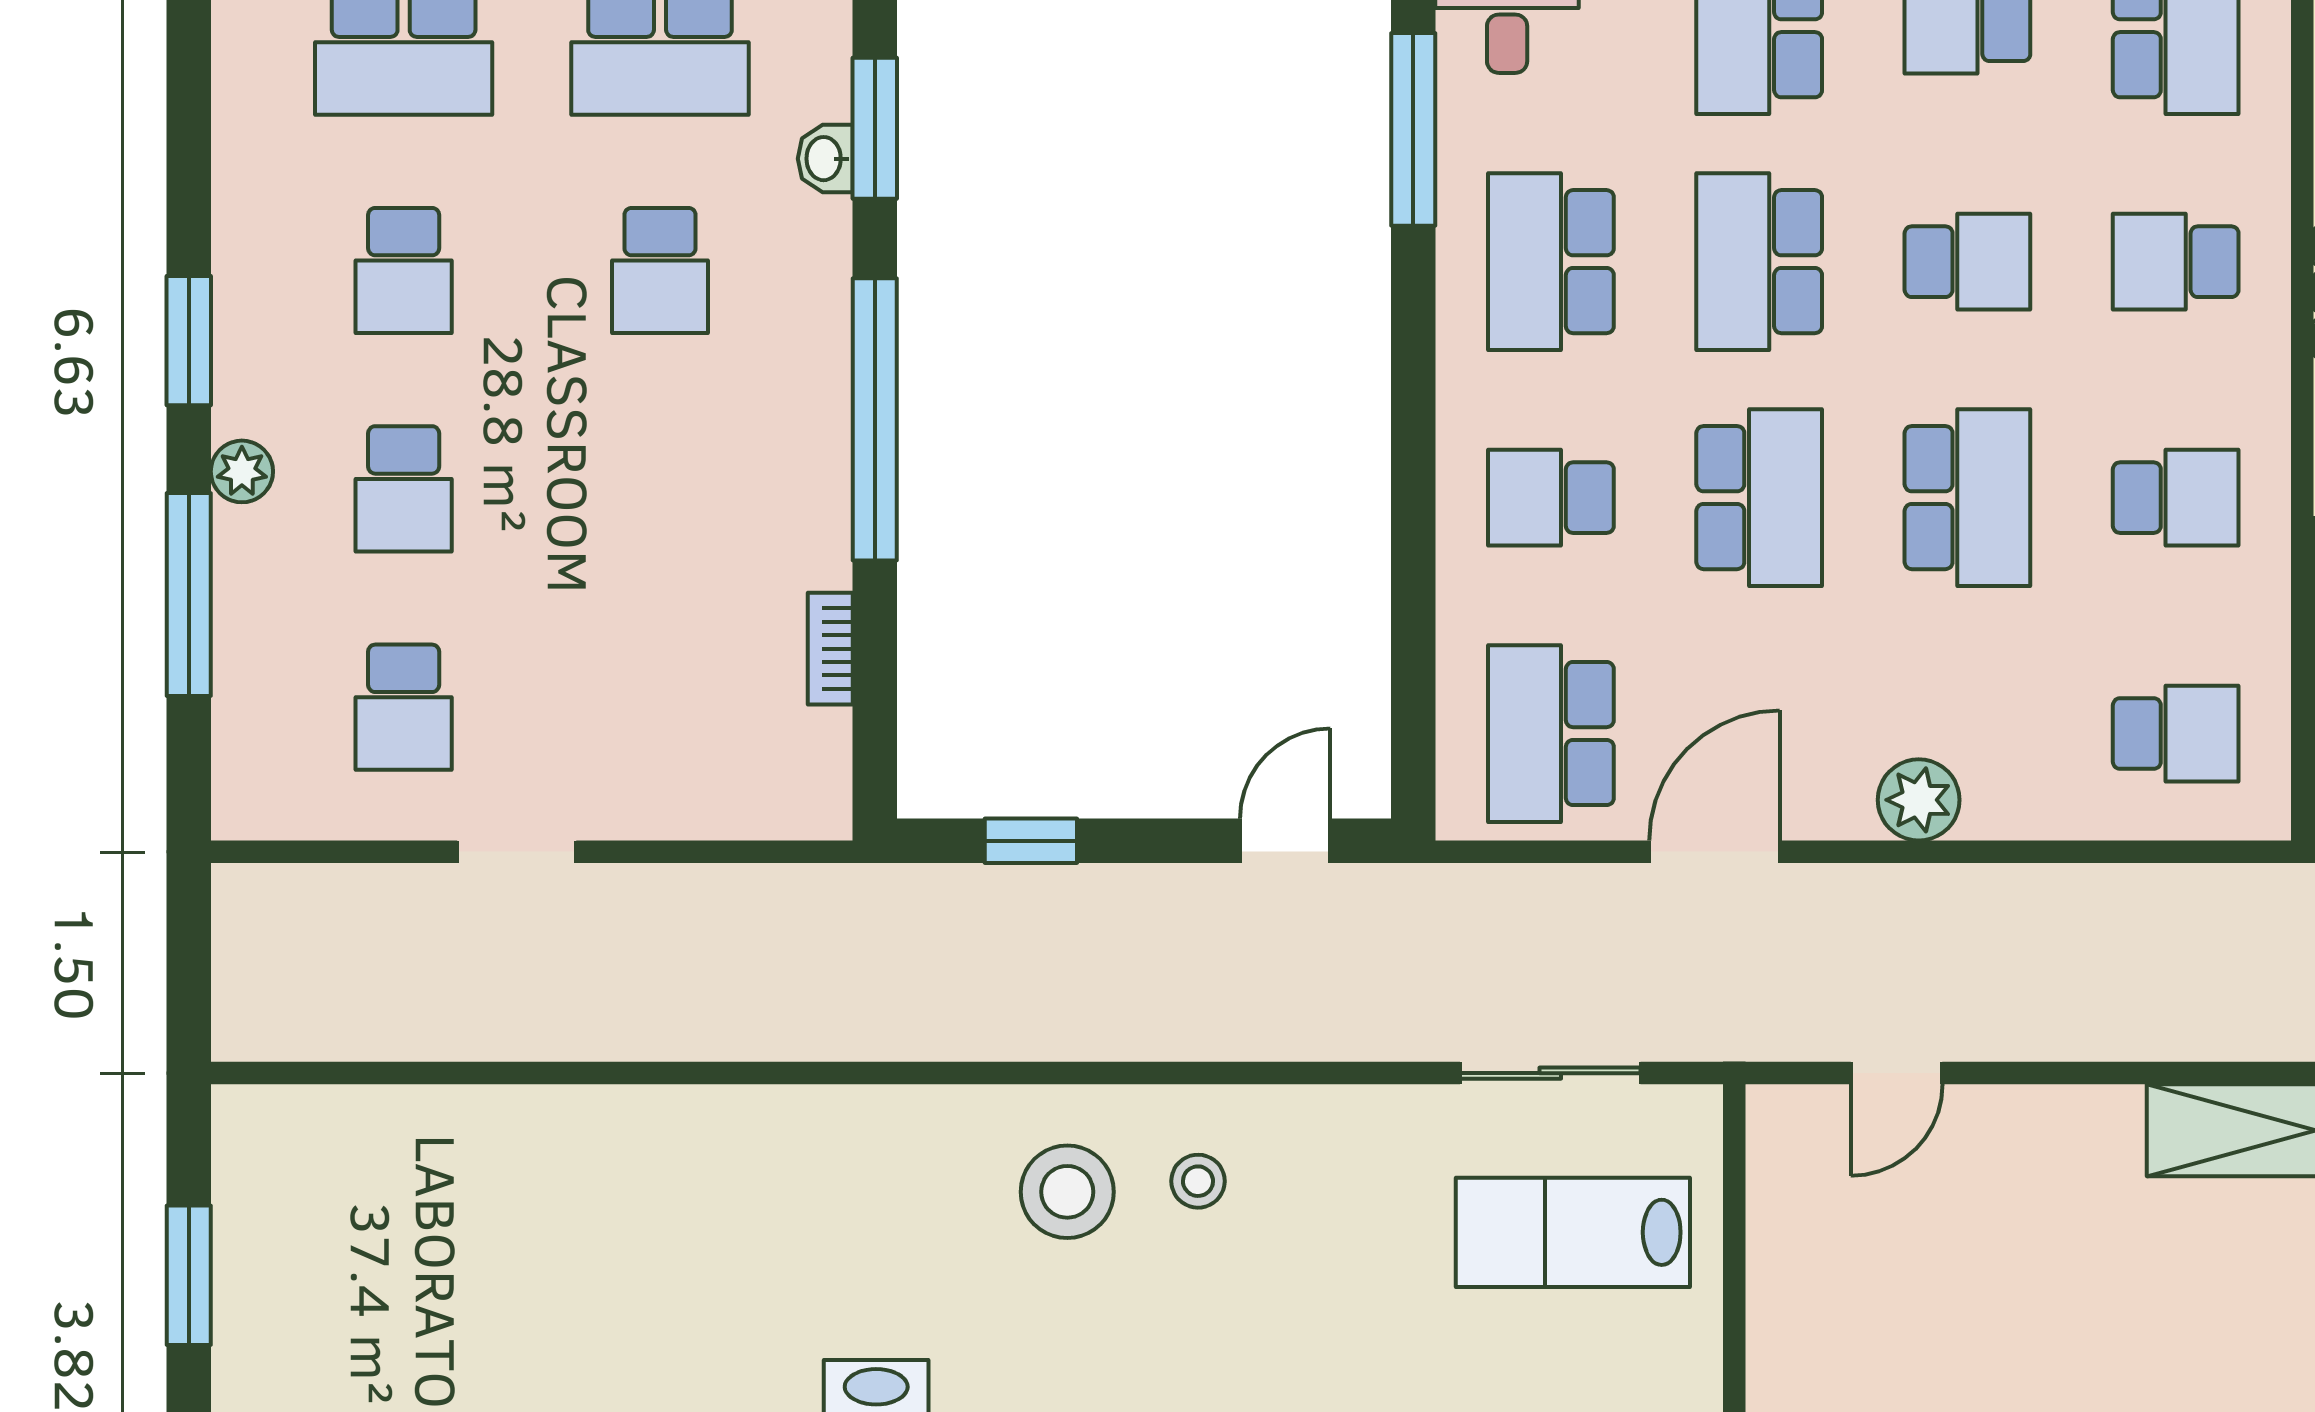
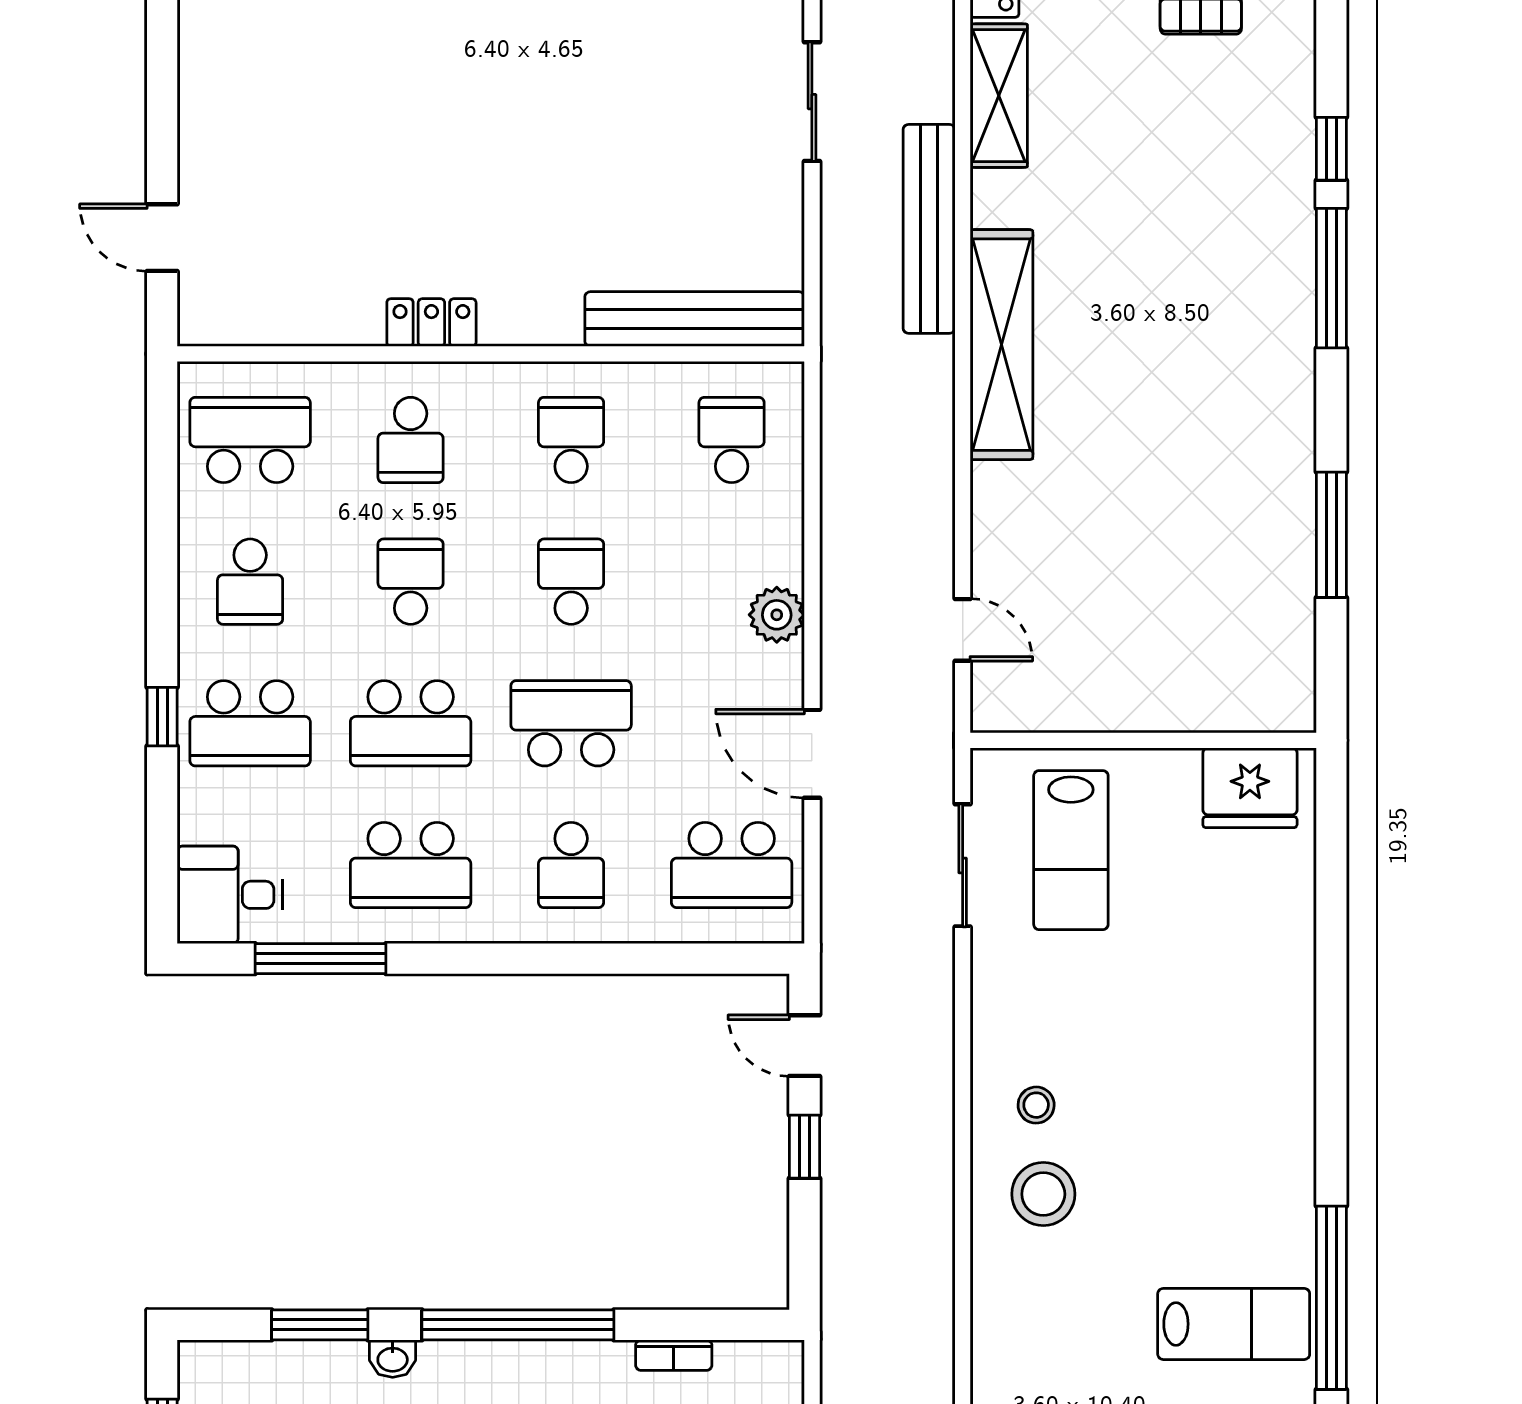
washbasin: (825, 159) -> (393, 1359), moved
school desk: (1967, 498) -> (571, 582), width x0.54
window: (1031, 841) -> (804, 1147), moved

